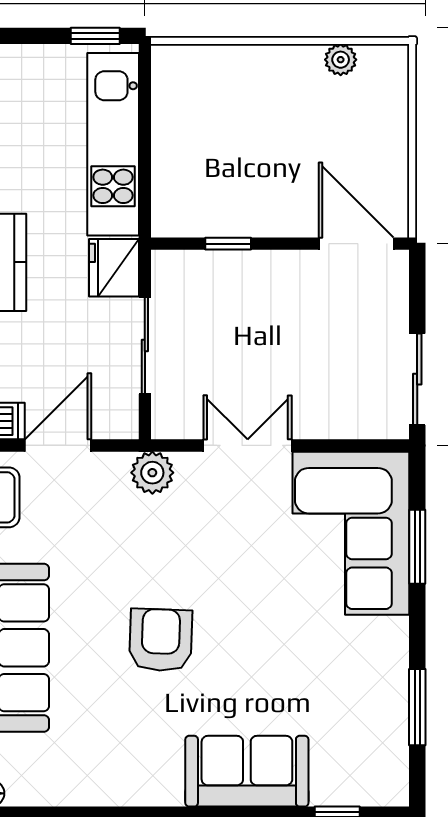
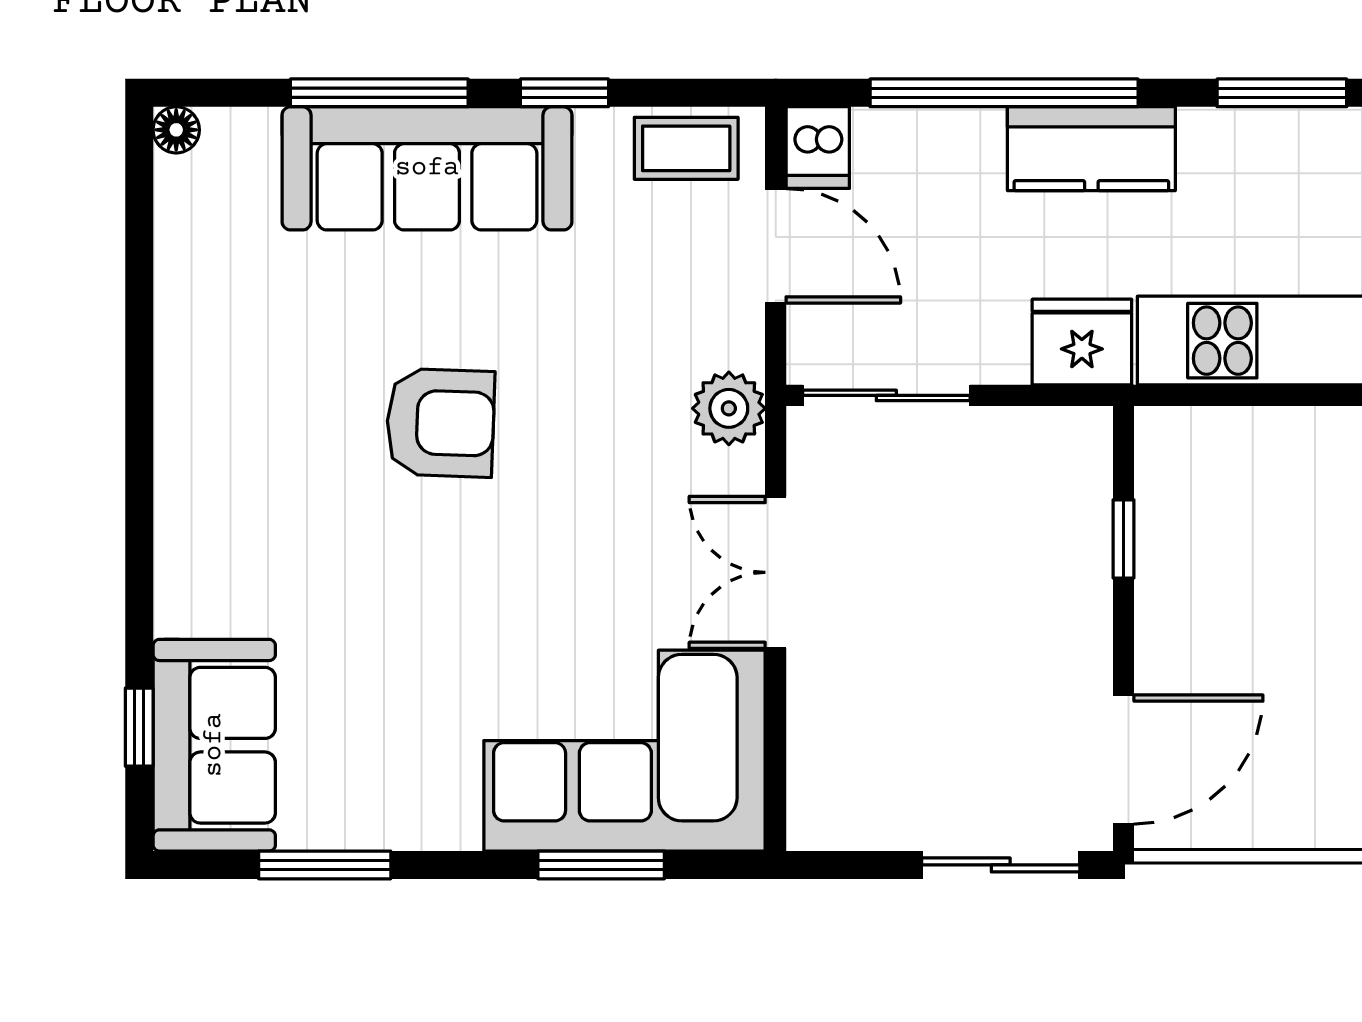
sliding door: (145, 346) -> (886, 395), moved
sliding door: (417, 379) -> (1001, 865), moved
double door: (248, 445) -> (776, 572), swing flipped
sofa: (247, 771) -> (214, 745), moved

